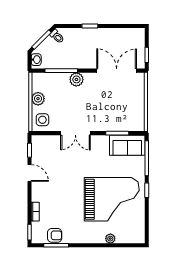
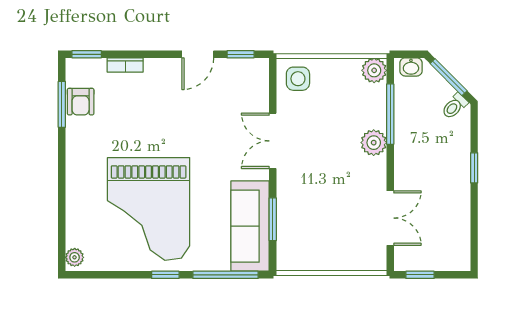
double door: (117, 71) -> (390, 218), width x0.73
plant: (38, 99) -> (374, 70), moved
sofa: (127, 145) -> (250, 226), width x1.36
plant: (110, 239) -> (75, 257), moved

